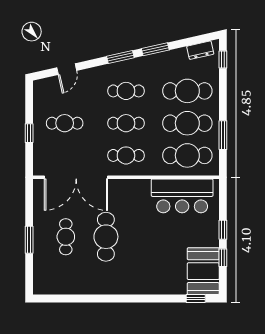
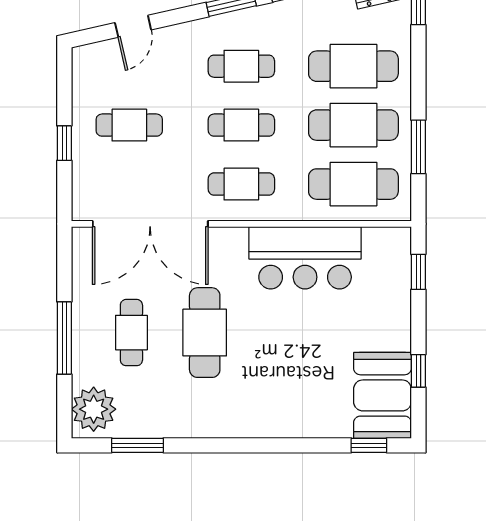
bar counter: (182, 196) -> (305, 258), moved
window: (223, 230) -> (418, 272), moved
window: (29, 240) -> (64, 338), width x1.44
plant: (45, 279) -> (94, 409), added
window: (69, 299) -> (137, 445), added

